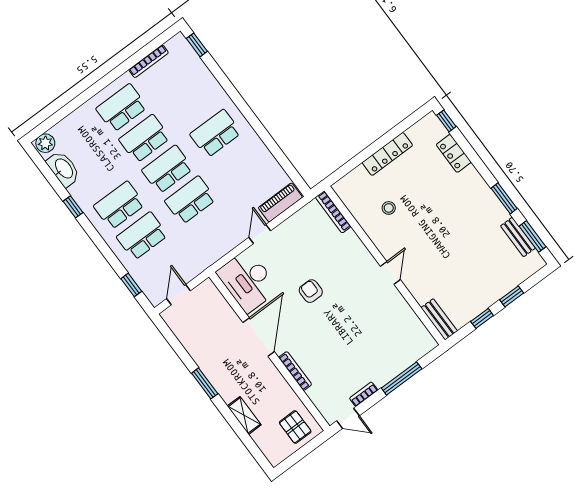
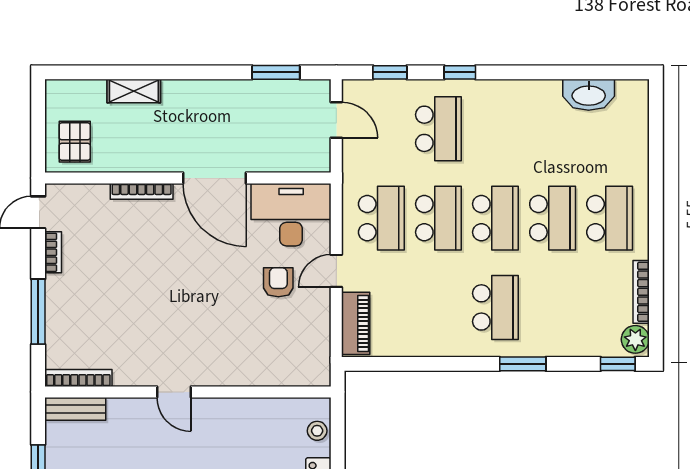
window: (235, 96) -> (523, 364), added
plant: (45, 143) -> (635, 339), moved
school desk: (119, 205) -> (381, 218), moved
window: (73, 207) -> (460, 72), moved
stool: (389, 208) -> (317, 431), moved
bookcase: (333, 212) -> (78, 378), moved
door: (260, 234) -> (336, 271), swing flipped
armchair: (311, 291) -> (278, 282), moved, turned -90
window: (205, 383) -> (276, 72), moved
pallet: (295, 427) -> (75, 142), turned 90

